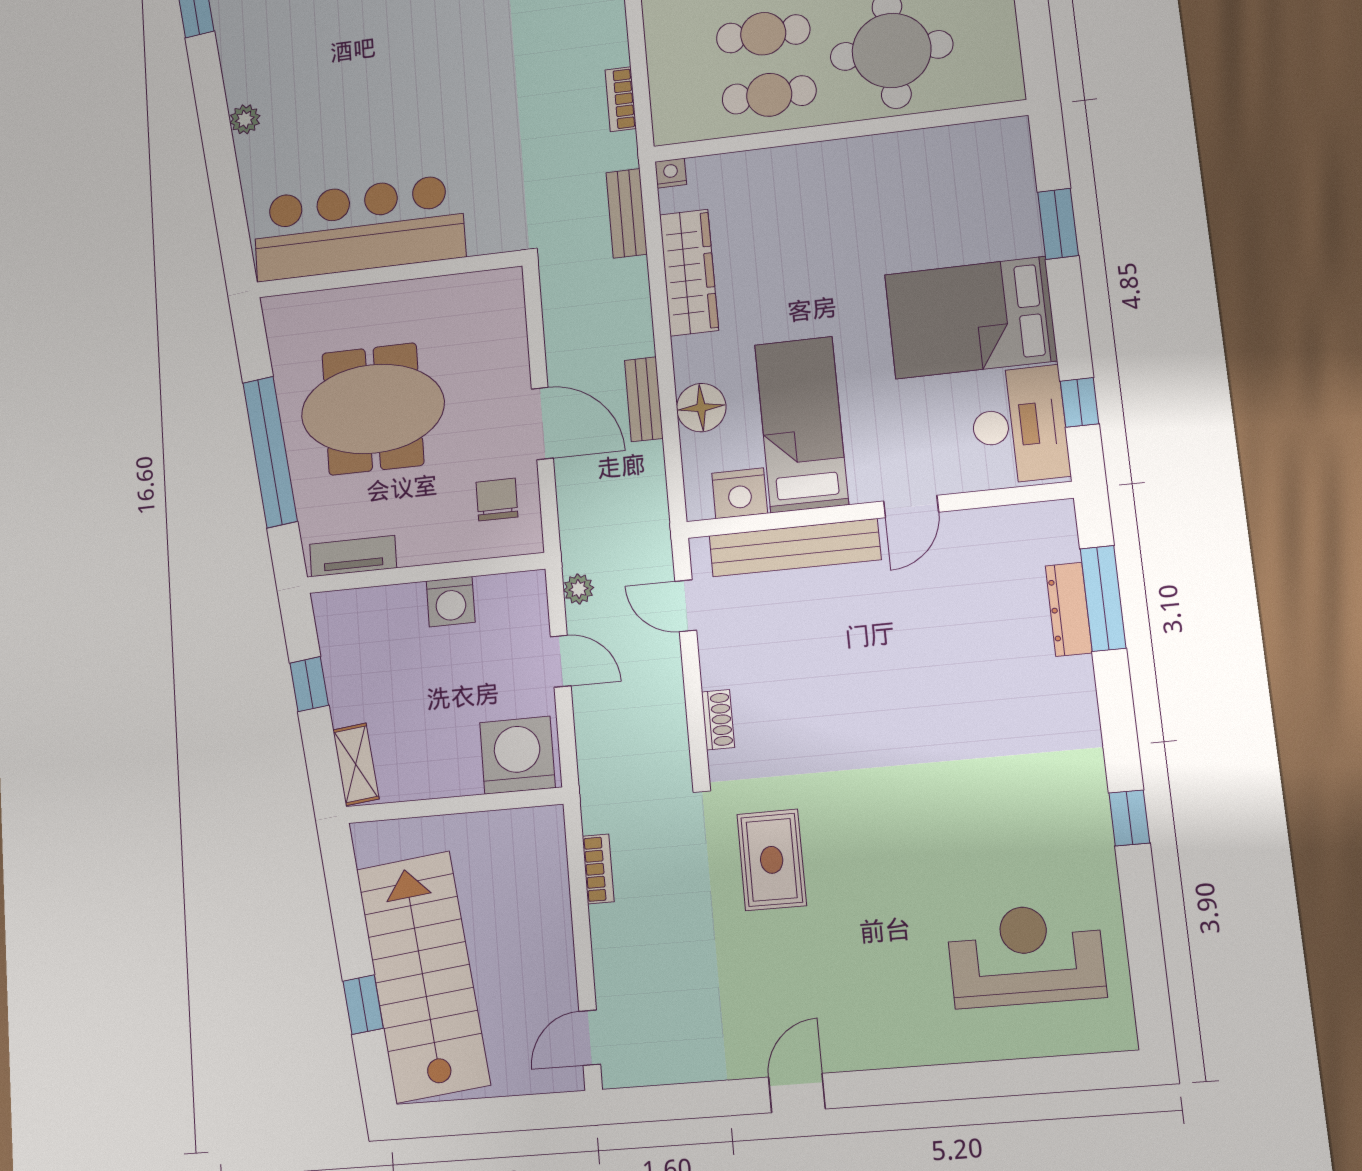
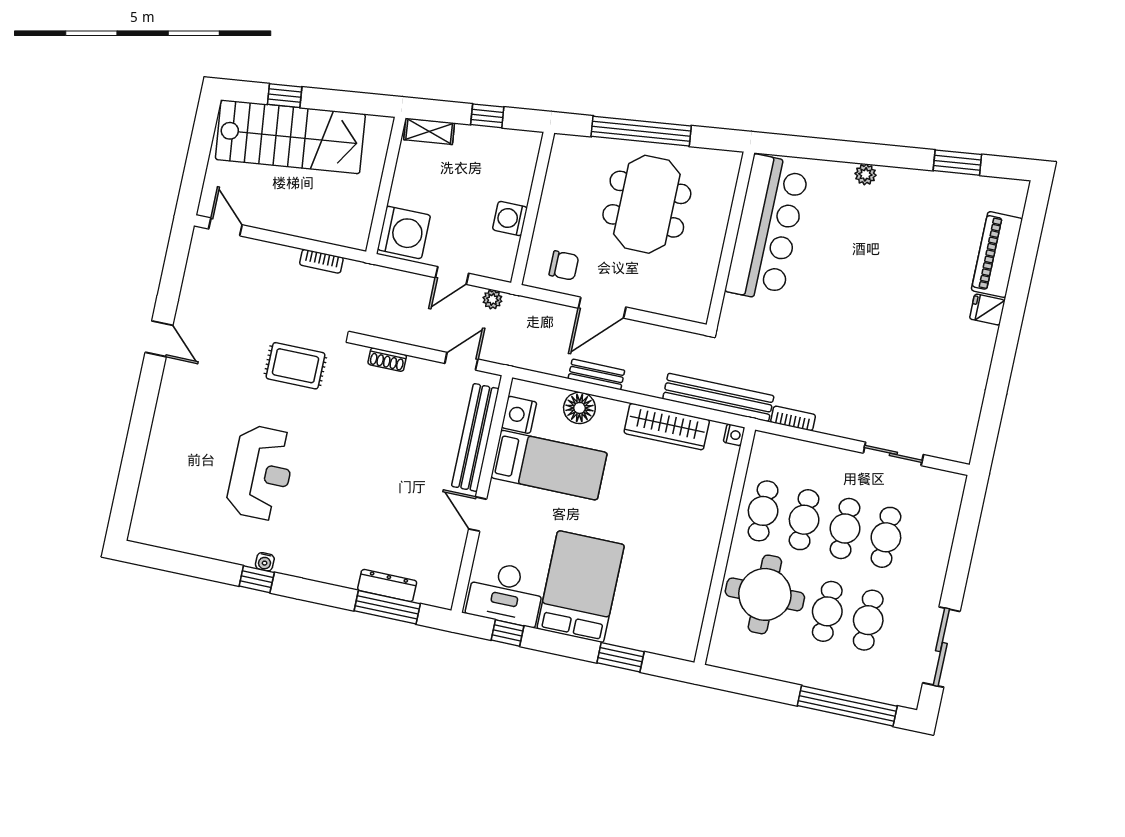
bench: (627, 213) -> (718, 397), width x1.86, depth x1.21
tv unit: (353, 556) -> (558, 166), removed
water cooler: (1097, 813) -> (265, 562), added
reception desk: (1026, 955) -> (261, 473), moved

